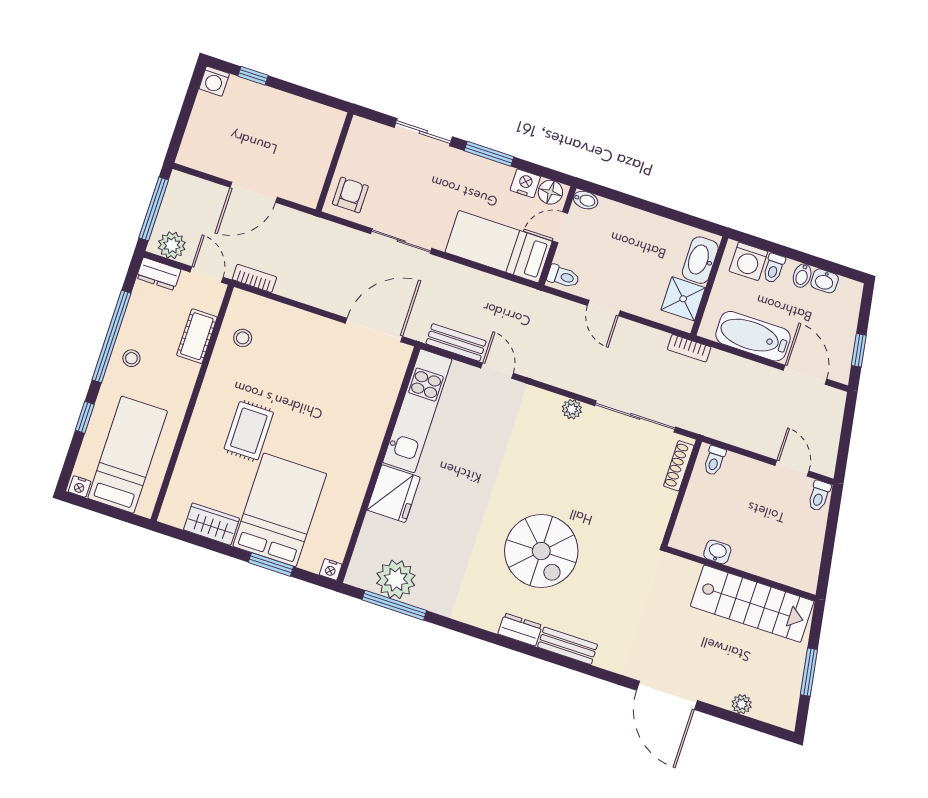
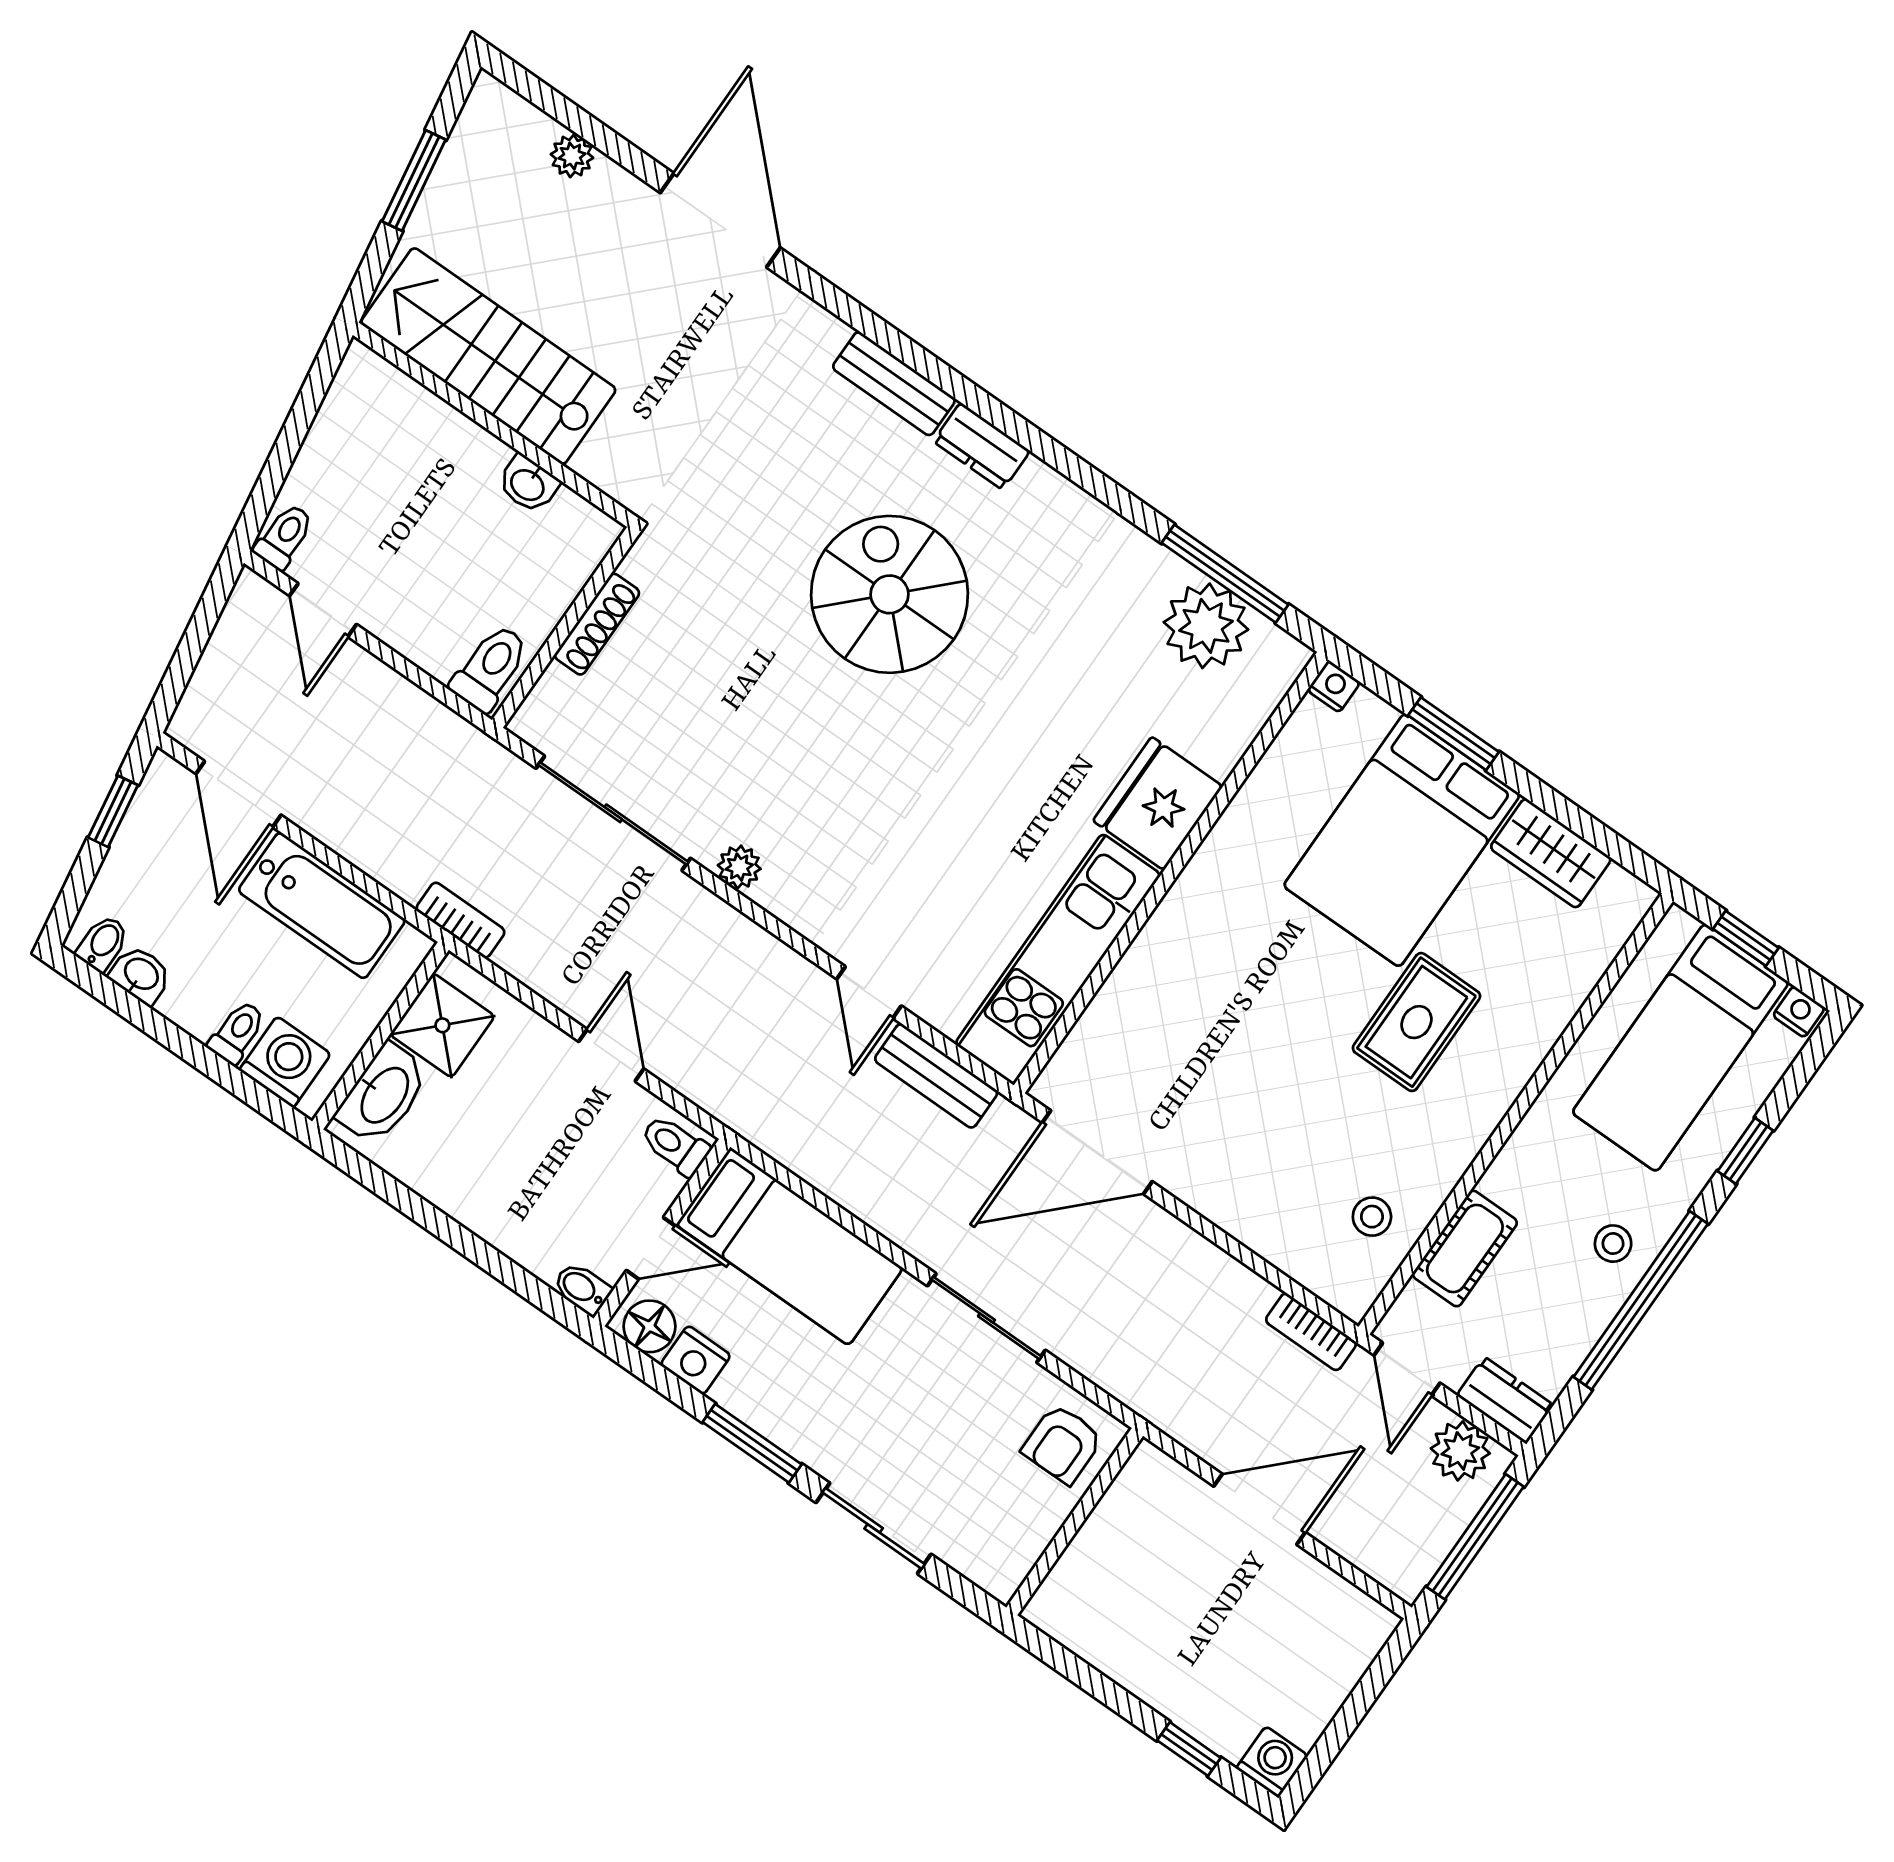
bidet: (802, 276) -> (103, 943), moved
toilet: (714, 461) -> (490, 668), width x1.37, depth x1.39
shoe rack: (679, 466) -> (597, 624), moved
window: (113, 512) -> (1746, 938), added

